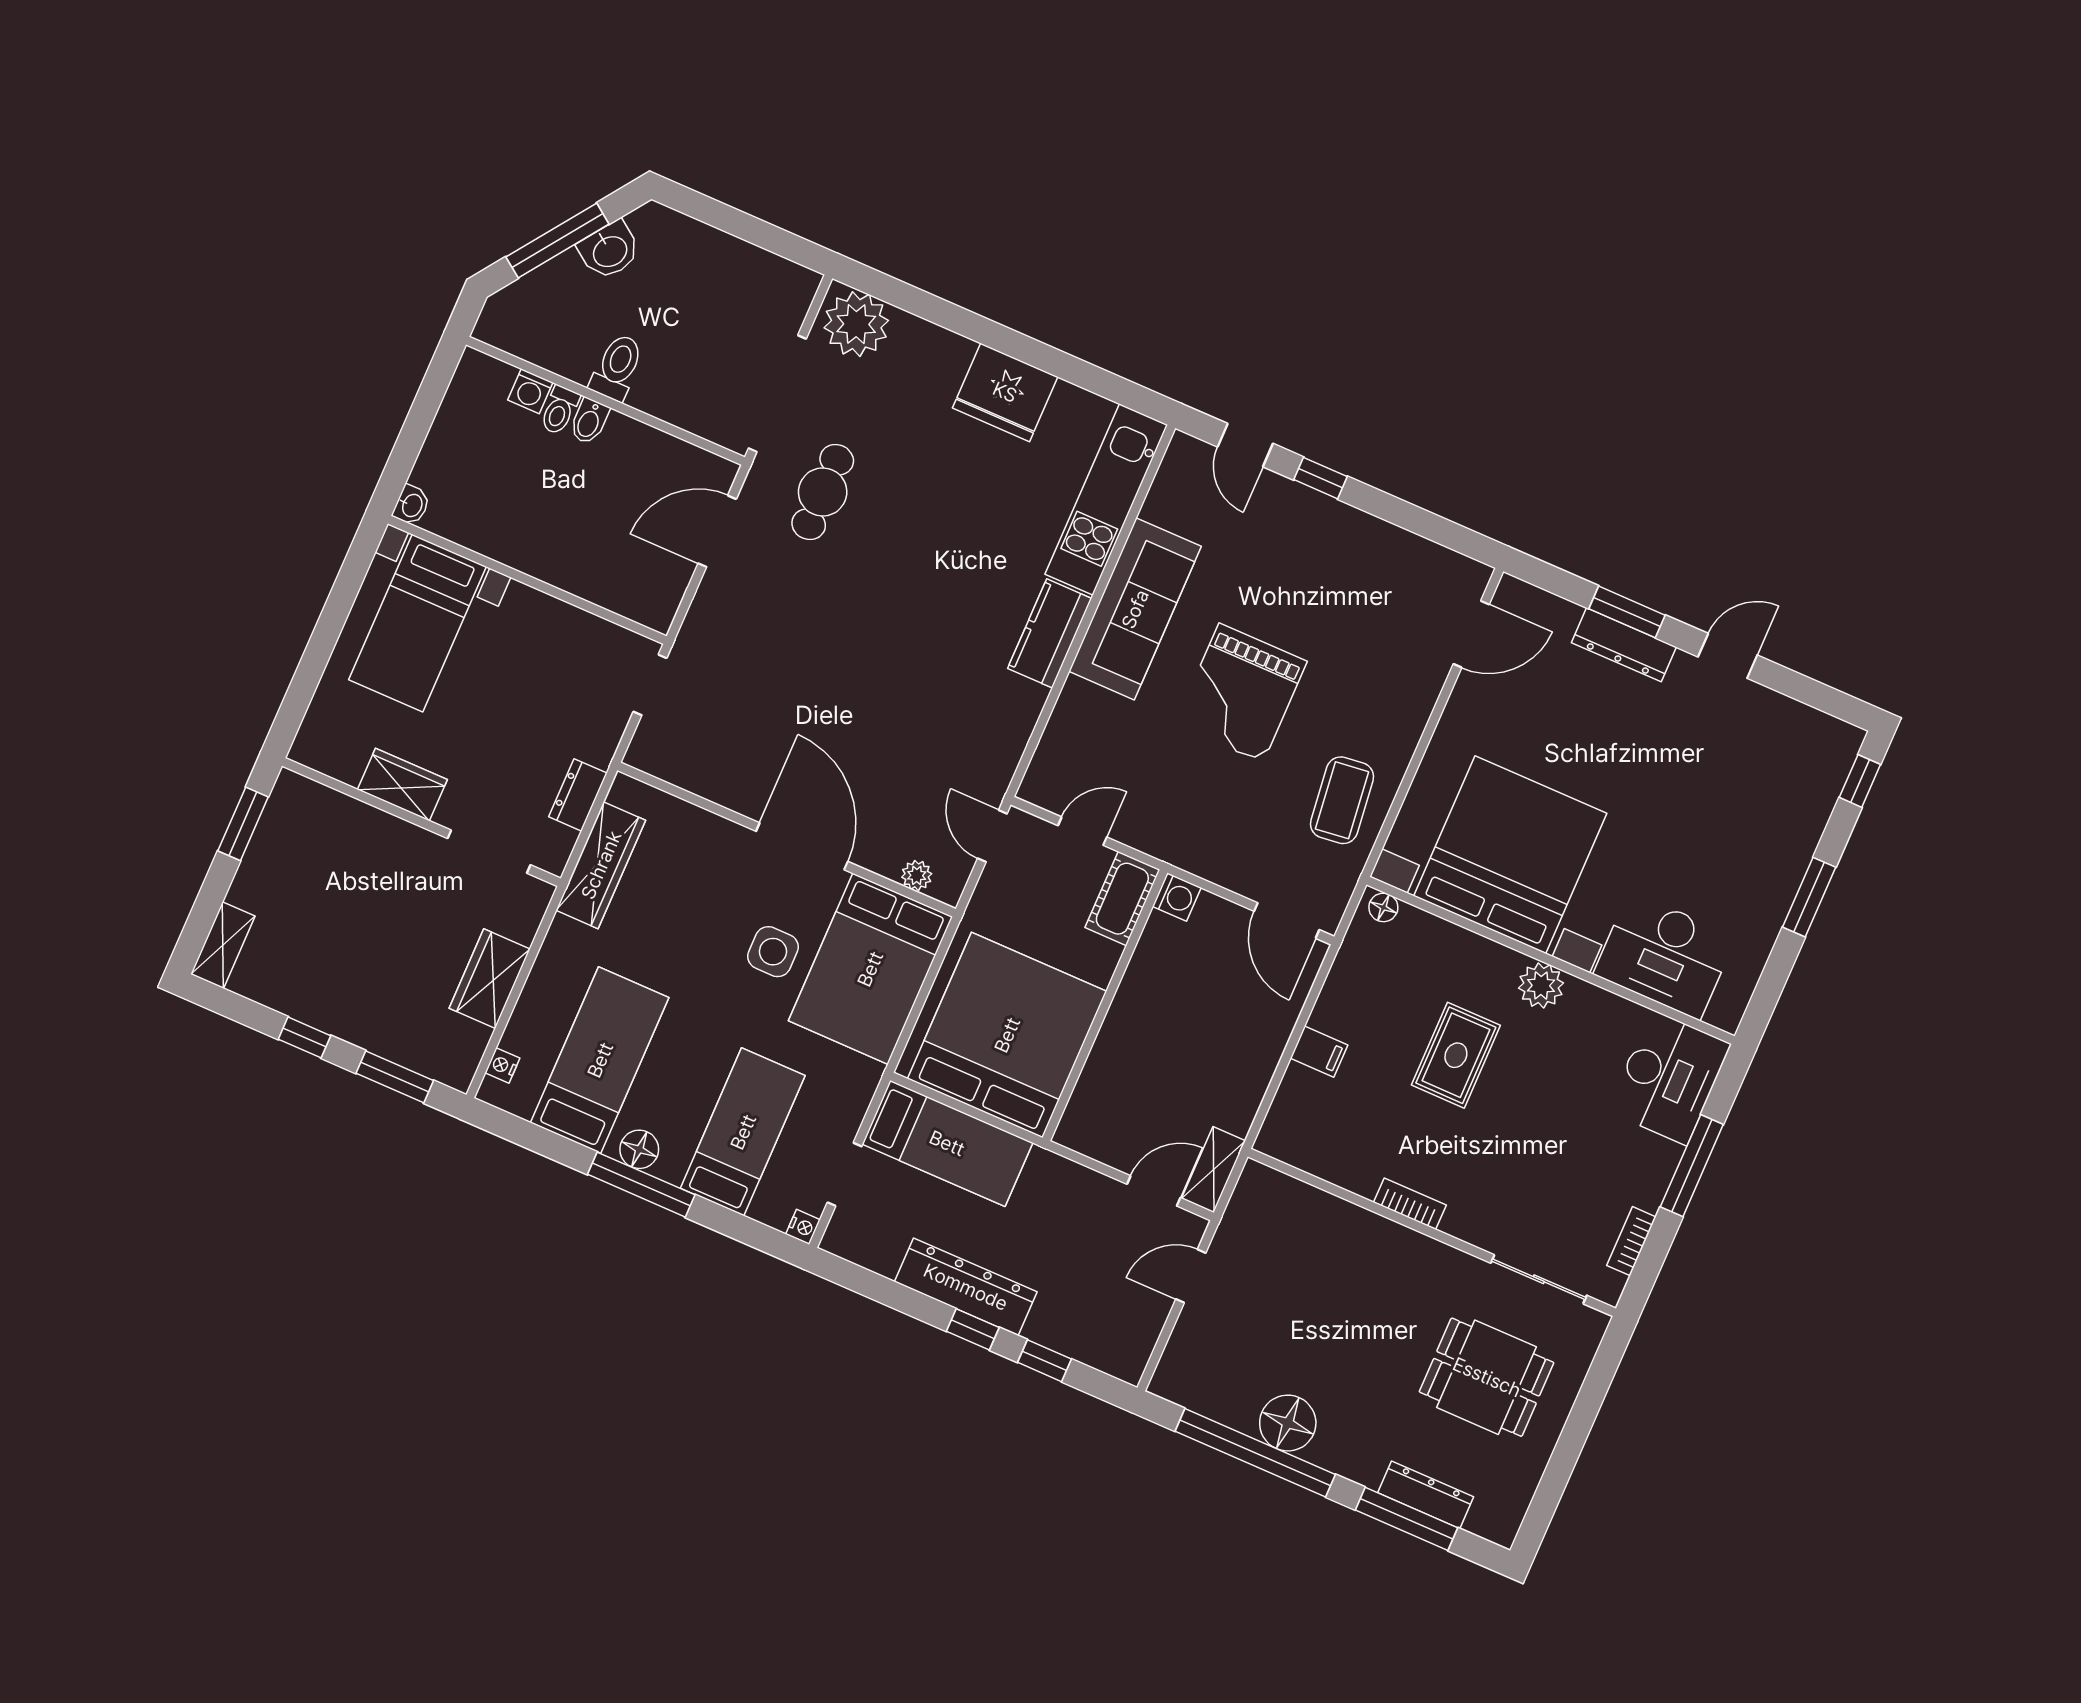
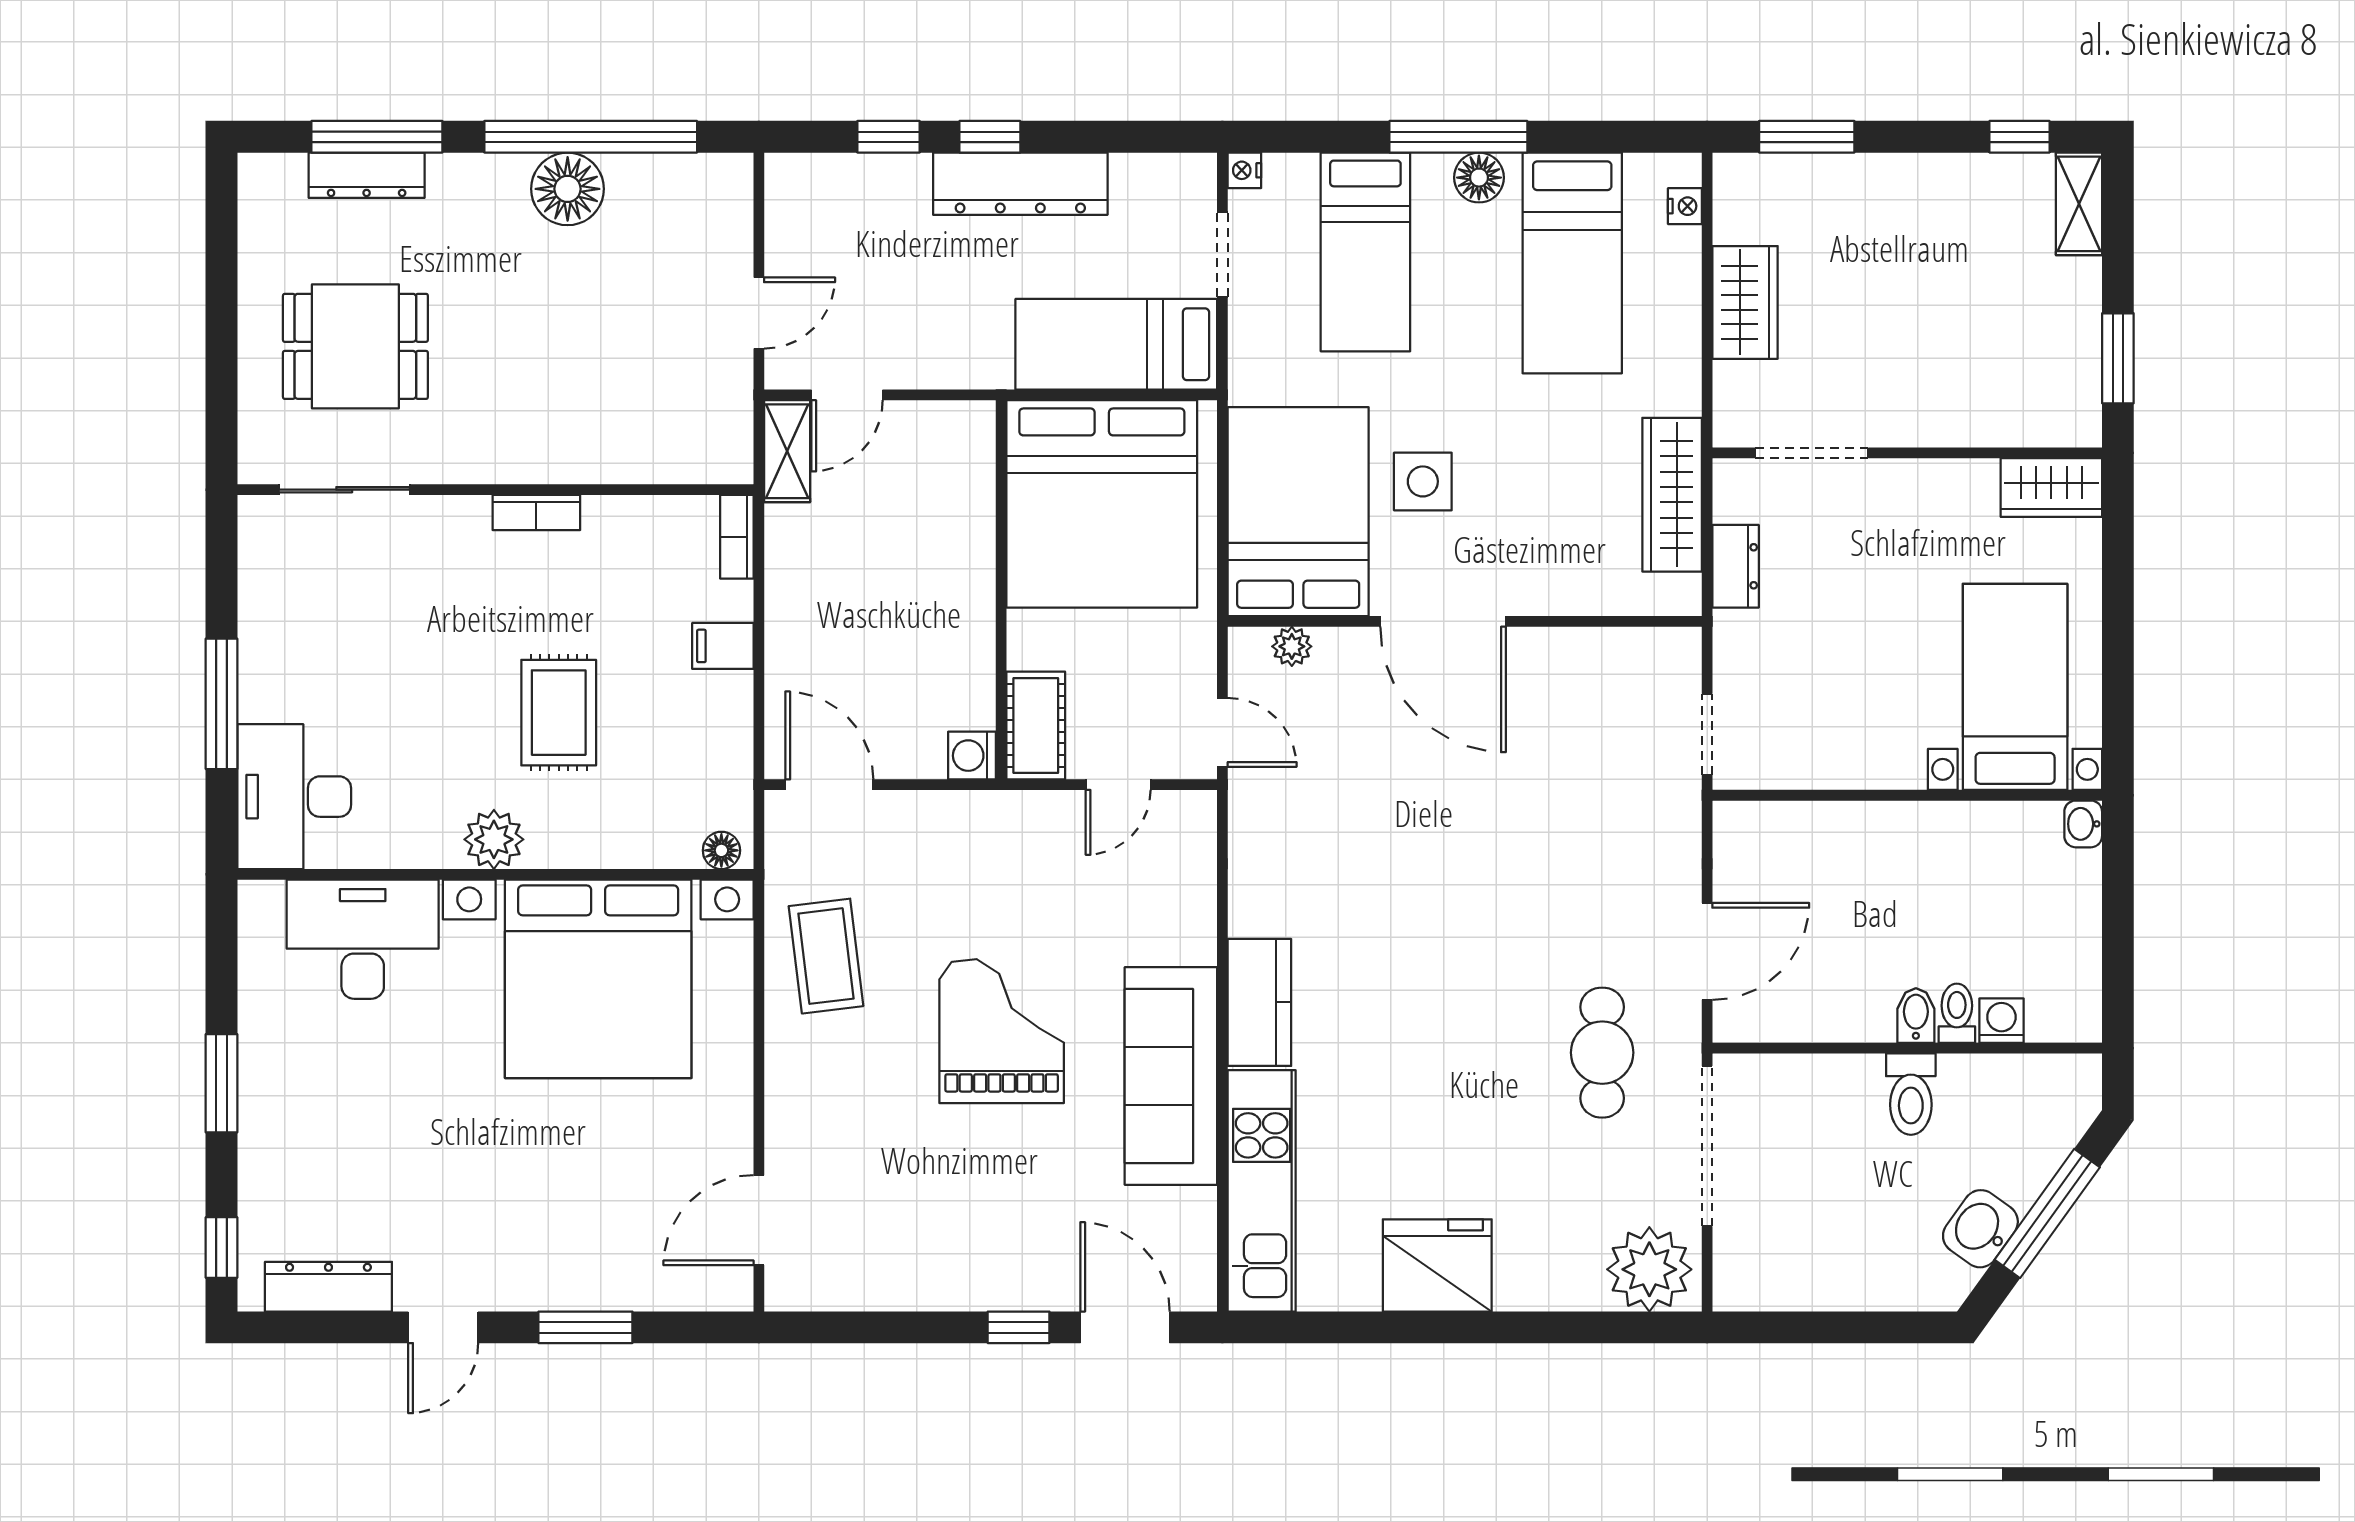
door: (1245, 445) -> (1125, 1327), width x1.38
dresser: (1624, 645) -> (328, 1287), moved
wardrobe: (402, 785) -> (2051, 488), moved
window: (305, 1037) -> (2020, 137), moved
bookcase: (1631, 1241) -> (737, 537), moved, turned 180

